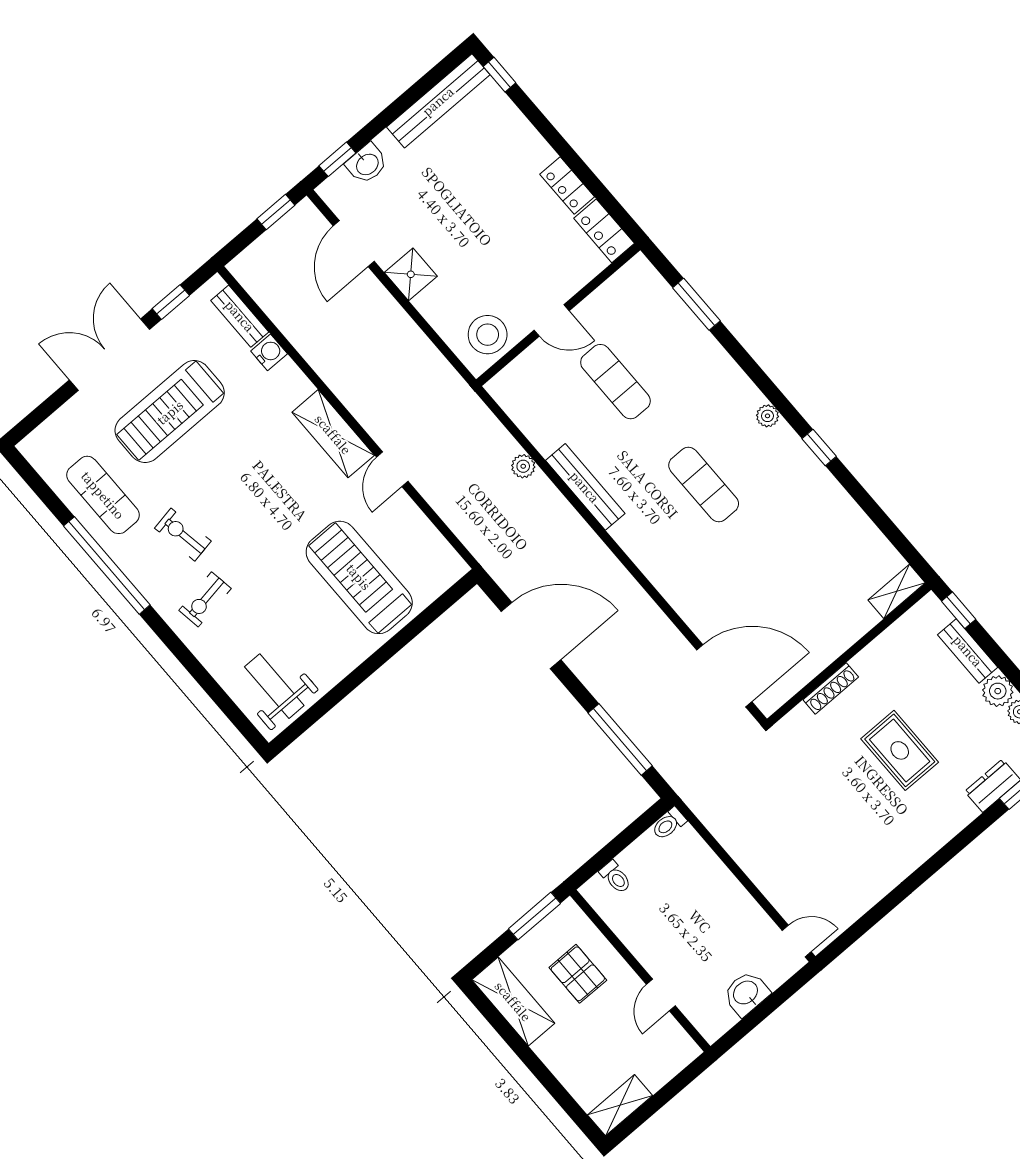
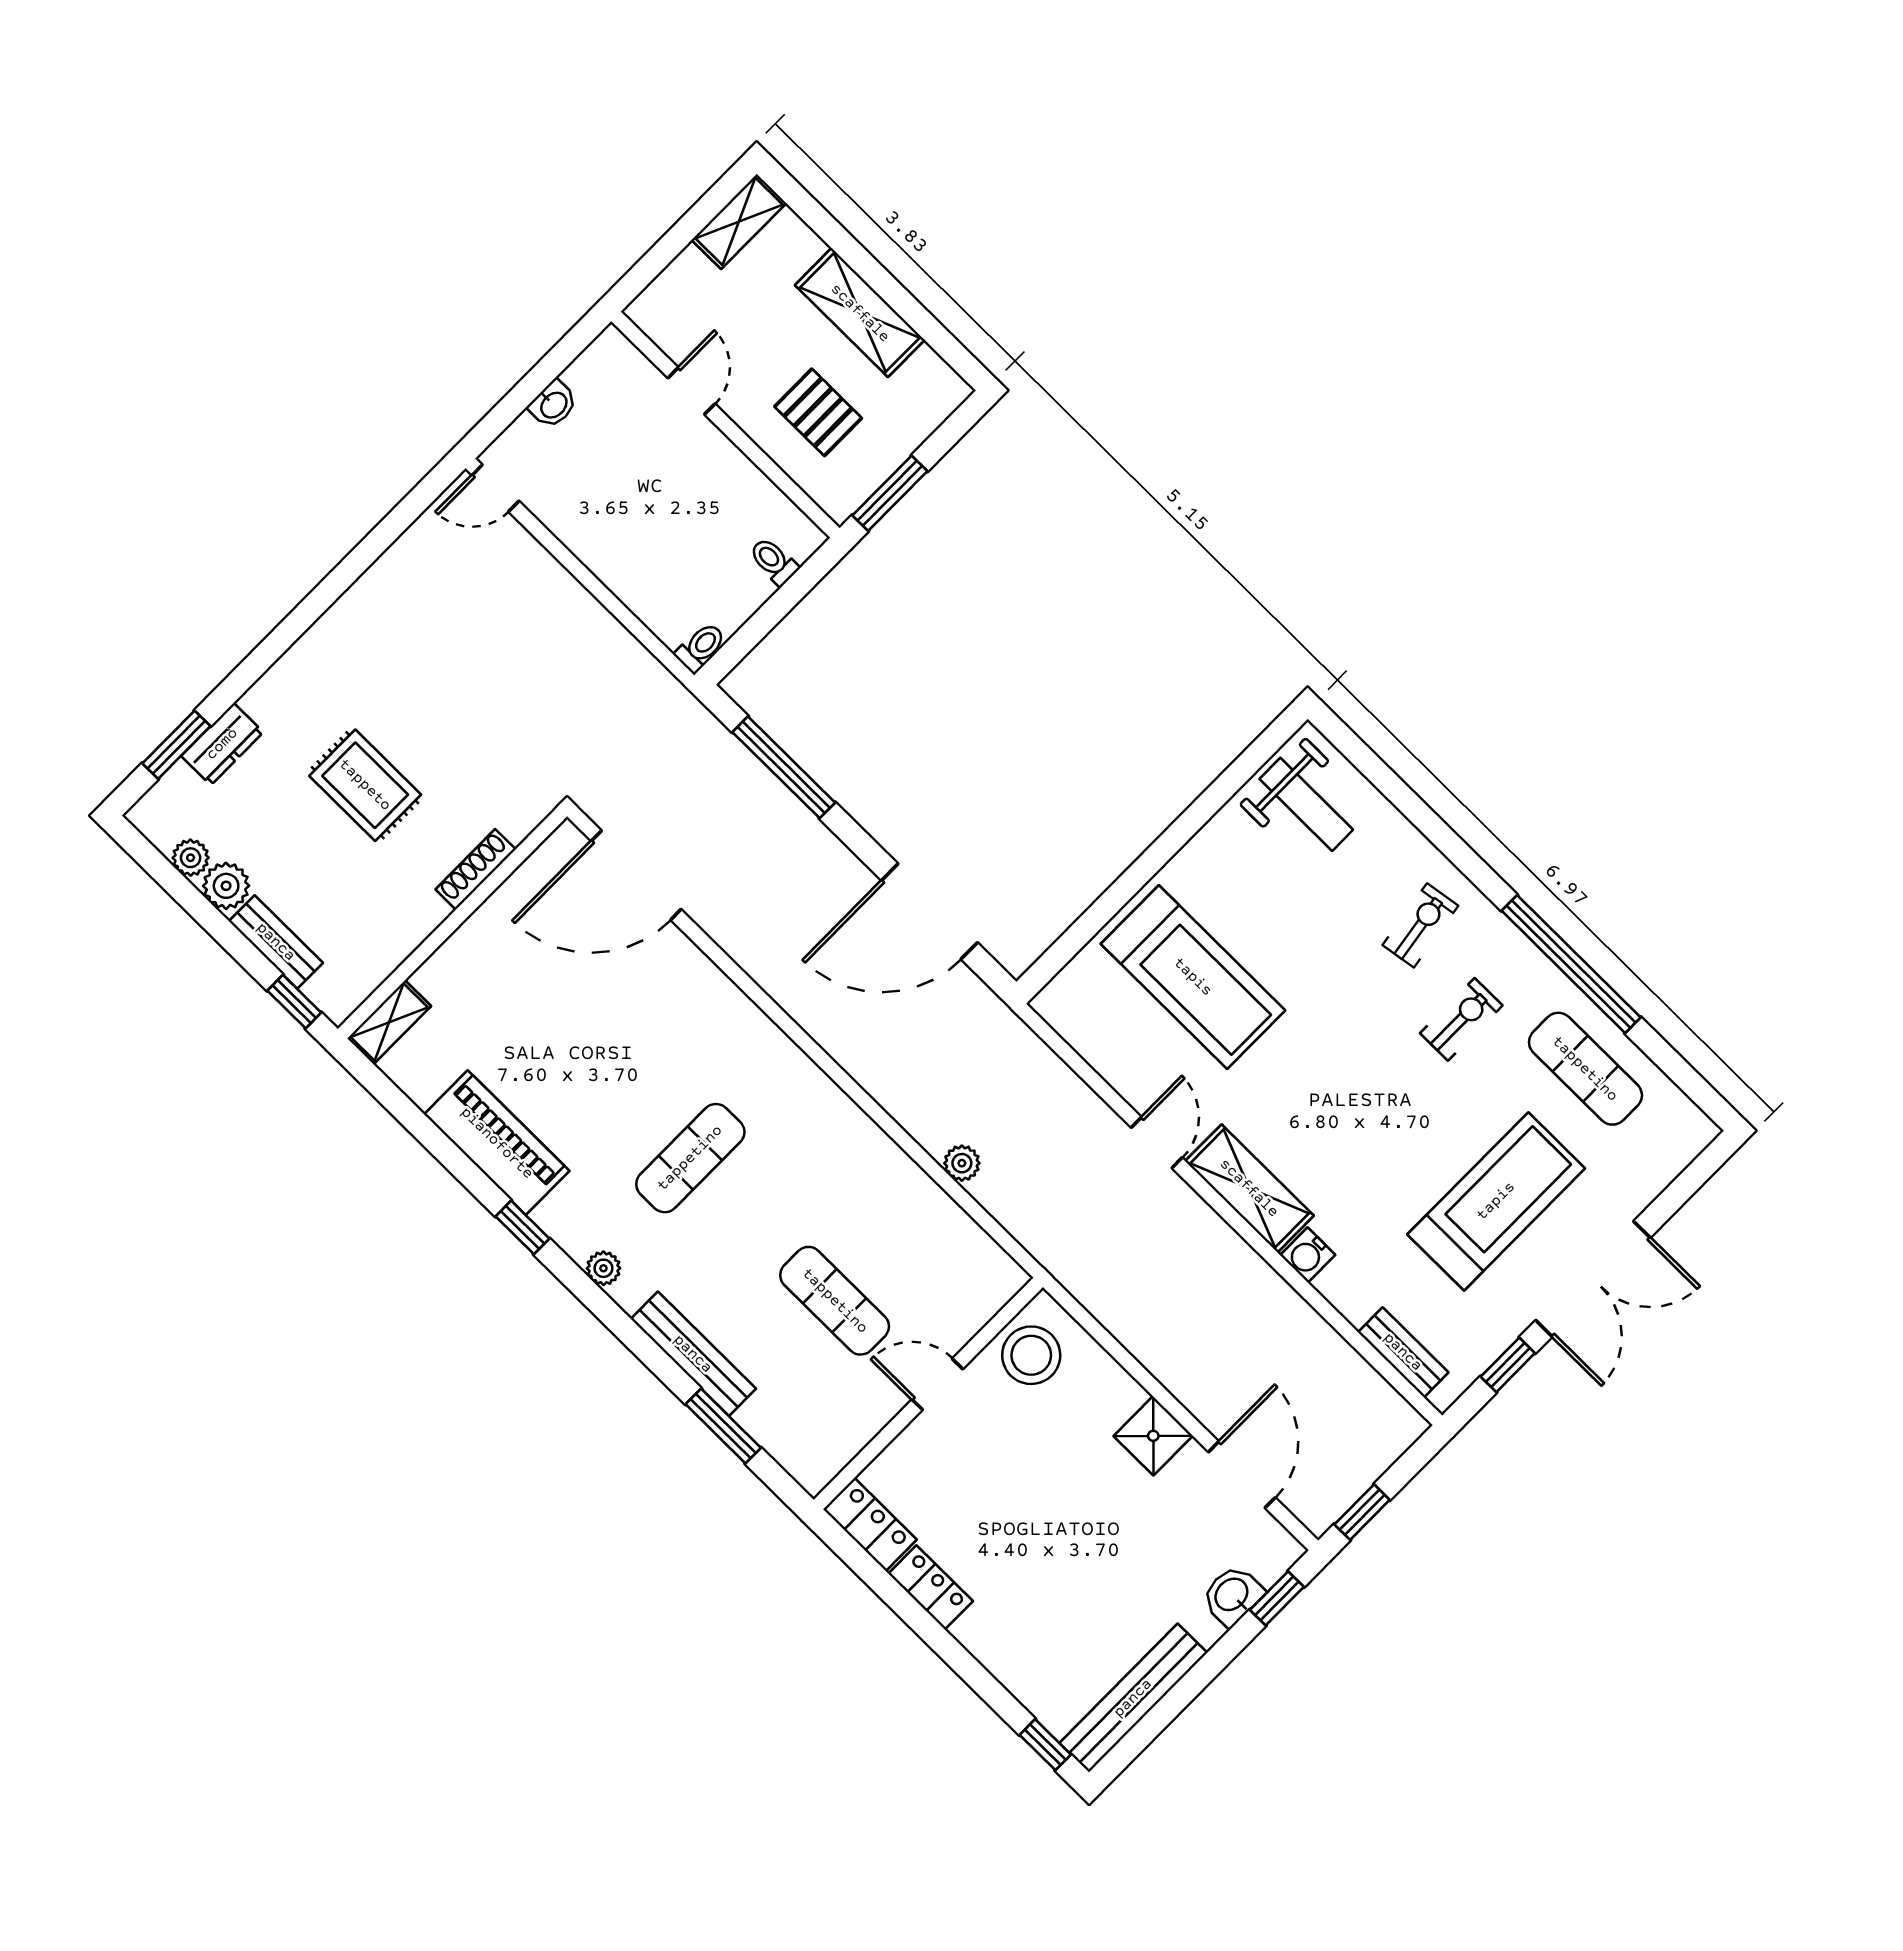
water cooler: (269, 352) -> (1308, 1255), moved
exercise mat: (704, 484) -> (690, 1158), turned 90
bench: (585, 487) -> (693, 1354), moved
piano: (832, 505) -> (497, 1143), added
exercise bike: (183, 535) -> (1461, 1019), turned -80
washbasin: (746, 993) -> (553, 404), width x0.72, depth x0.69
shelving: (513, 1001) -> (860, 313), moved

